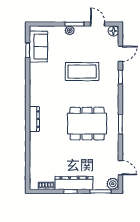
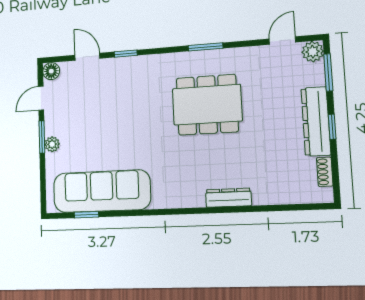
sofa: (38, 47) -> (102, 191), width x1.85, depth x1.27
coffee table: (82, 72) -> (119, 119), removed
dresser: (34, 119) -> (228, 198), moved
dining table: (87, 124) -> (207, 105), turned 90

